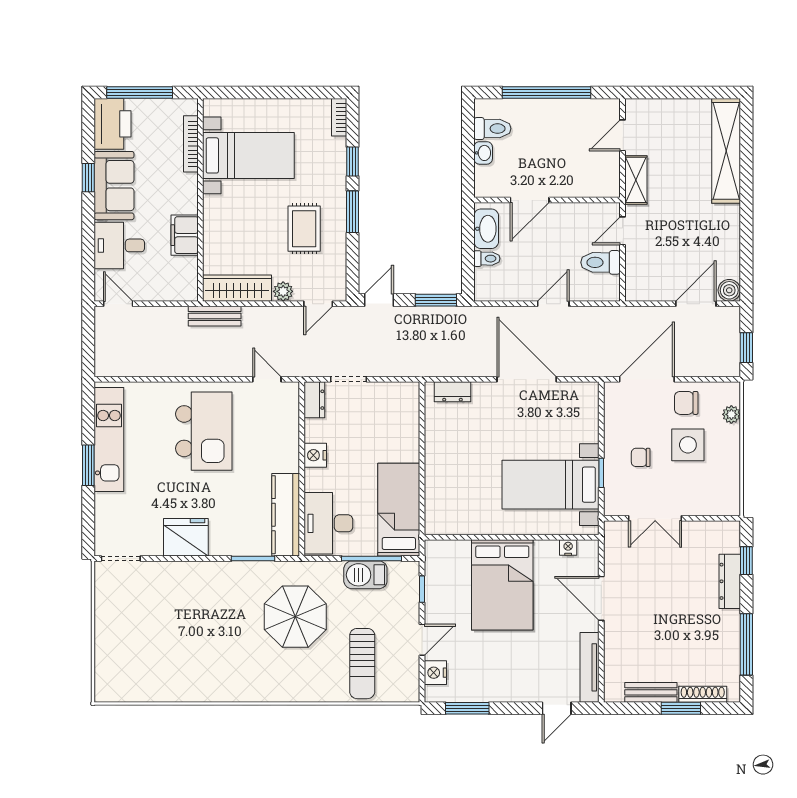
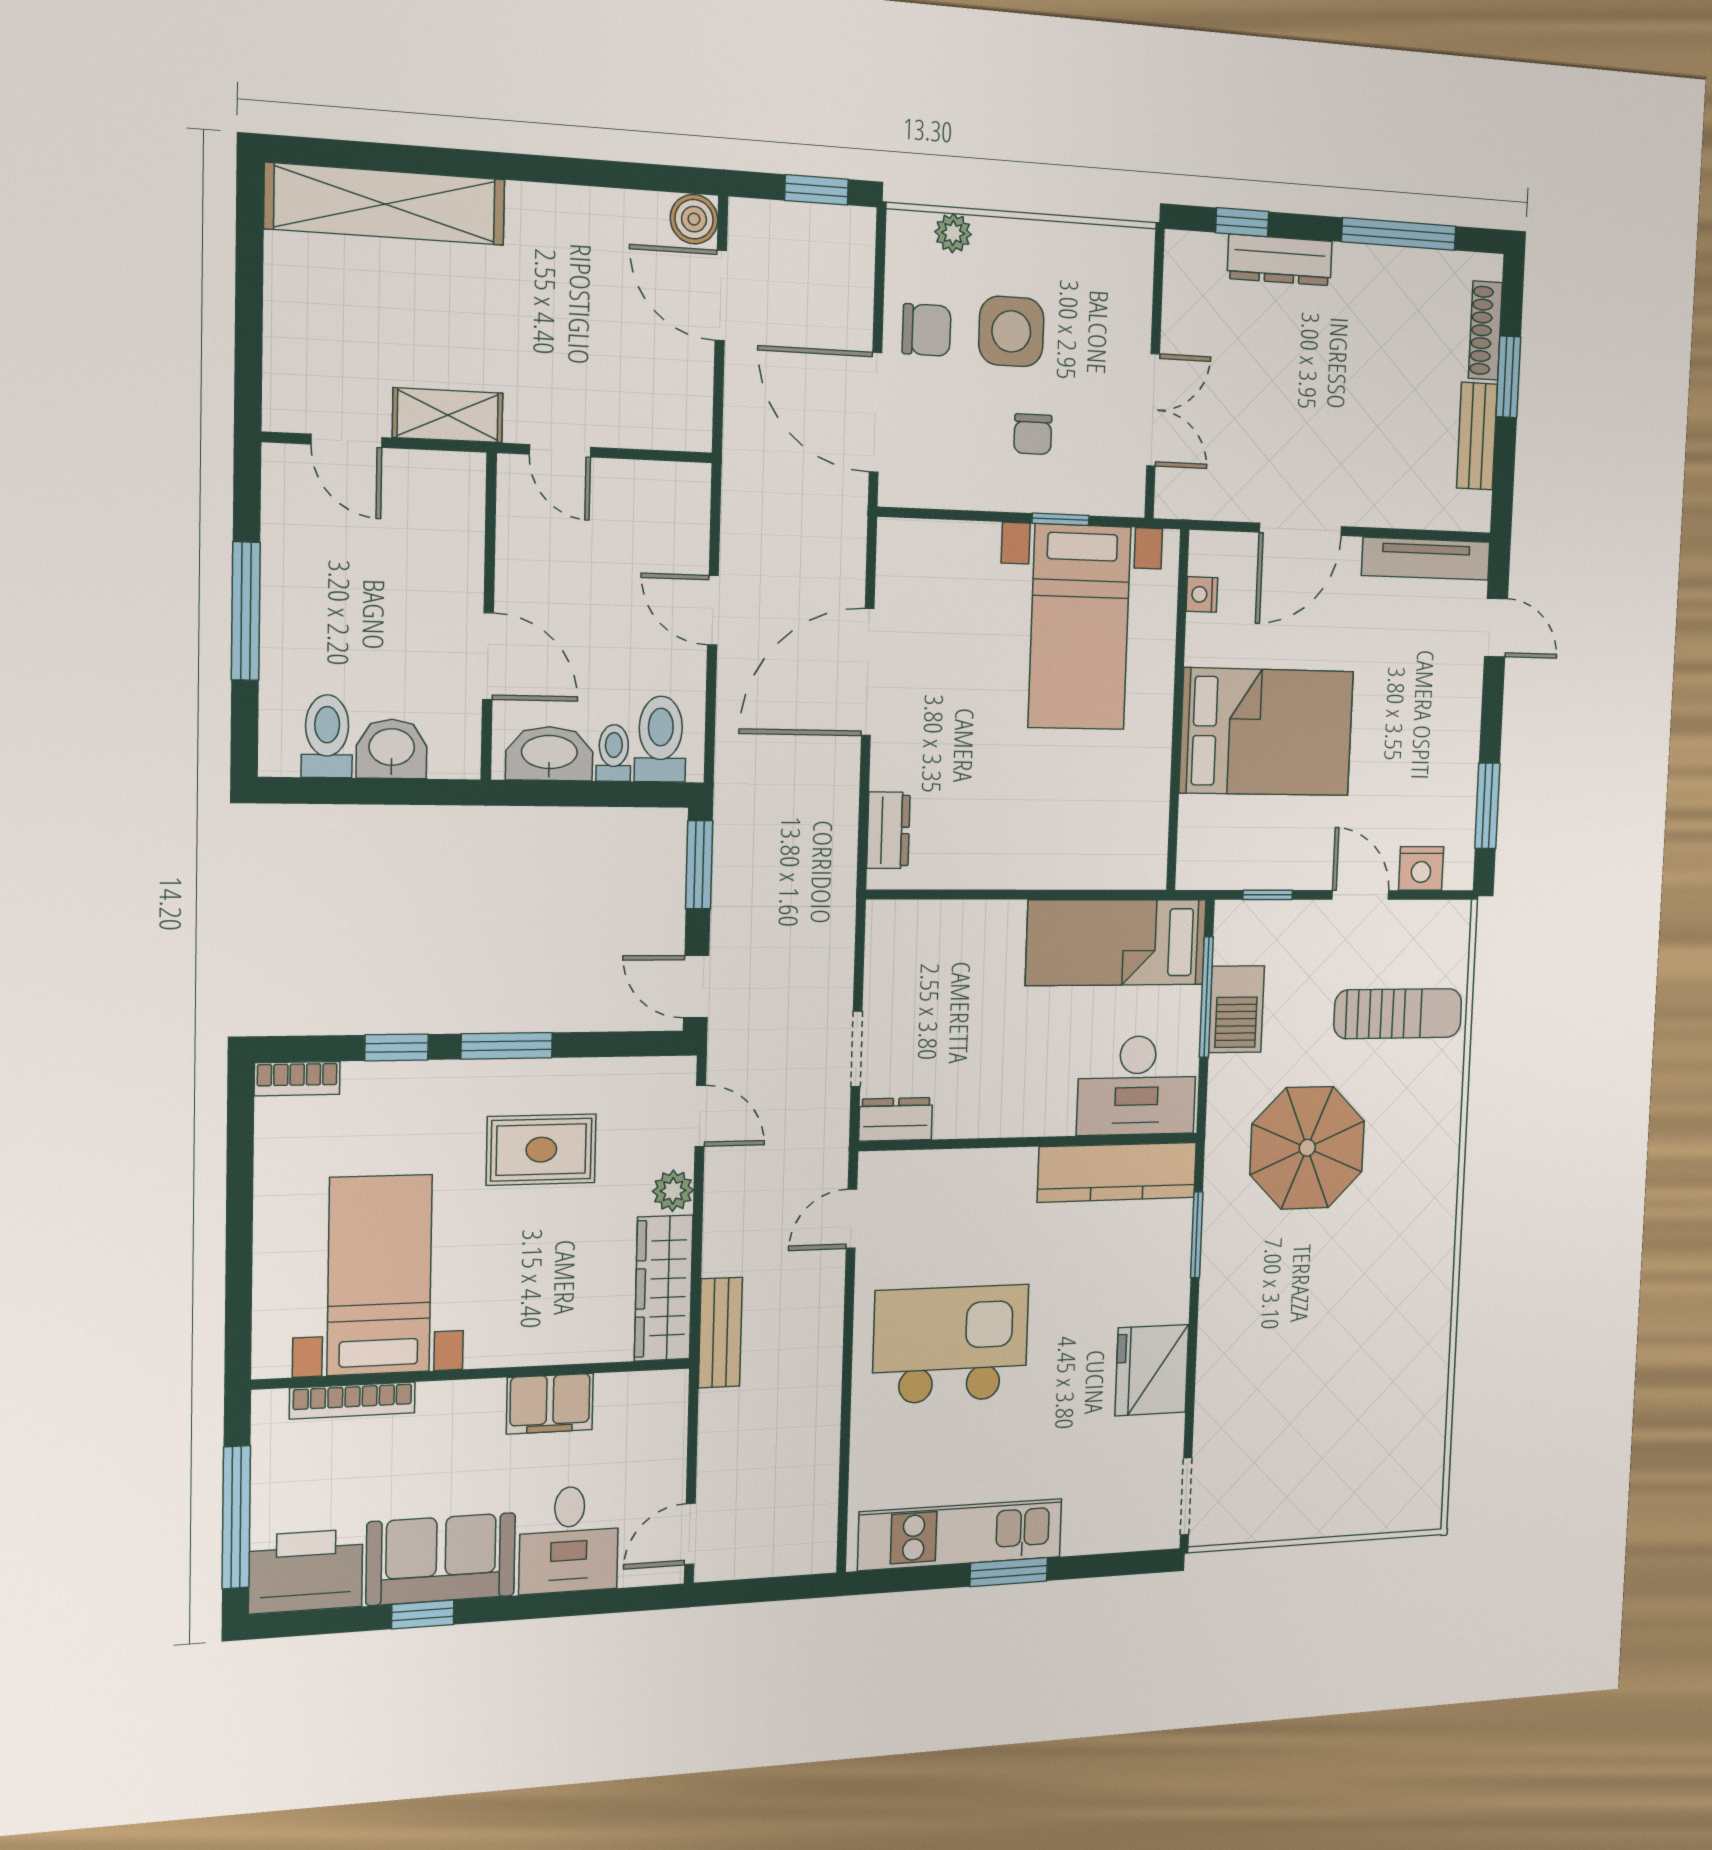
window: (547, 93) -> (246, 611), width x0.68
washbasin: (483, 153) -> (392, 749), width x1.38, depth x1.45
toilet: (601, 262) -> (661, 739), moved, turned 180
chair: (686, 403) -> (927, 330), turned -90
nightstand: (315, 455) -> (1005, 1115), removed

